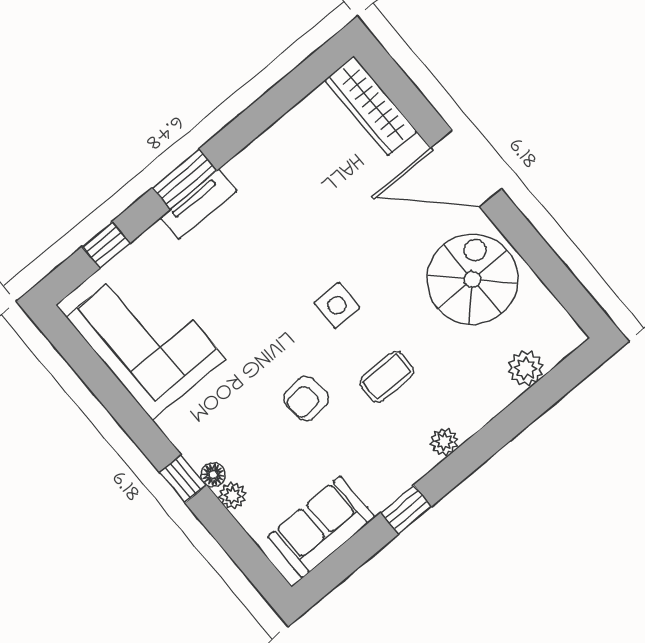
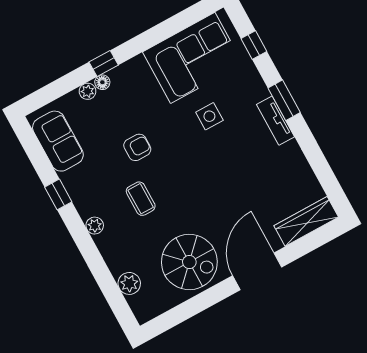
tv unit: (199, 204) -> (276, 121), moved
side table: (337, 305) -> (209, 116), moved
armchair: (306, 398) -> (137, 147), turned 95

